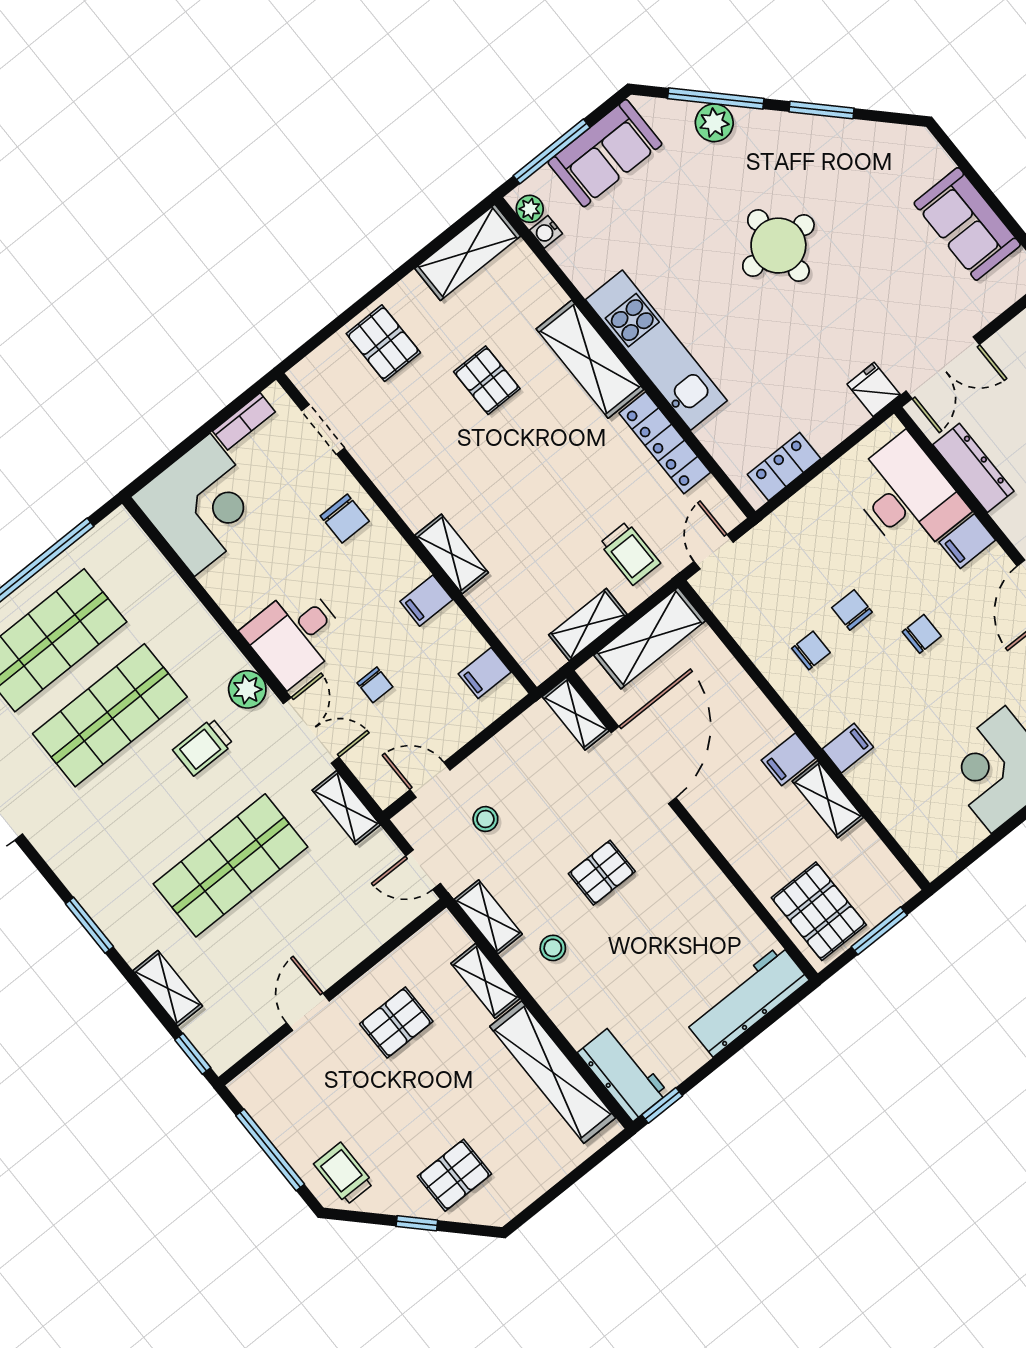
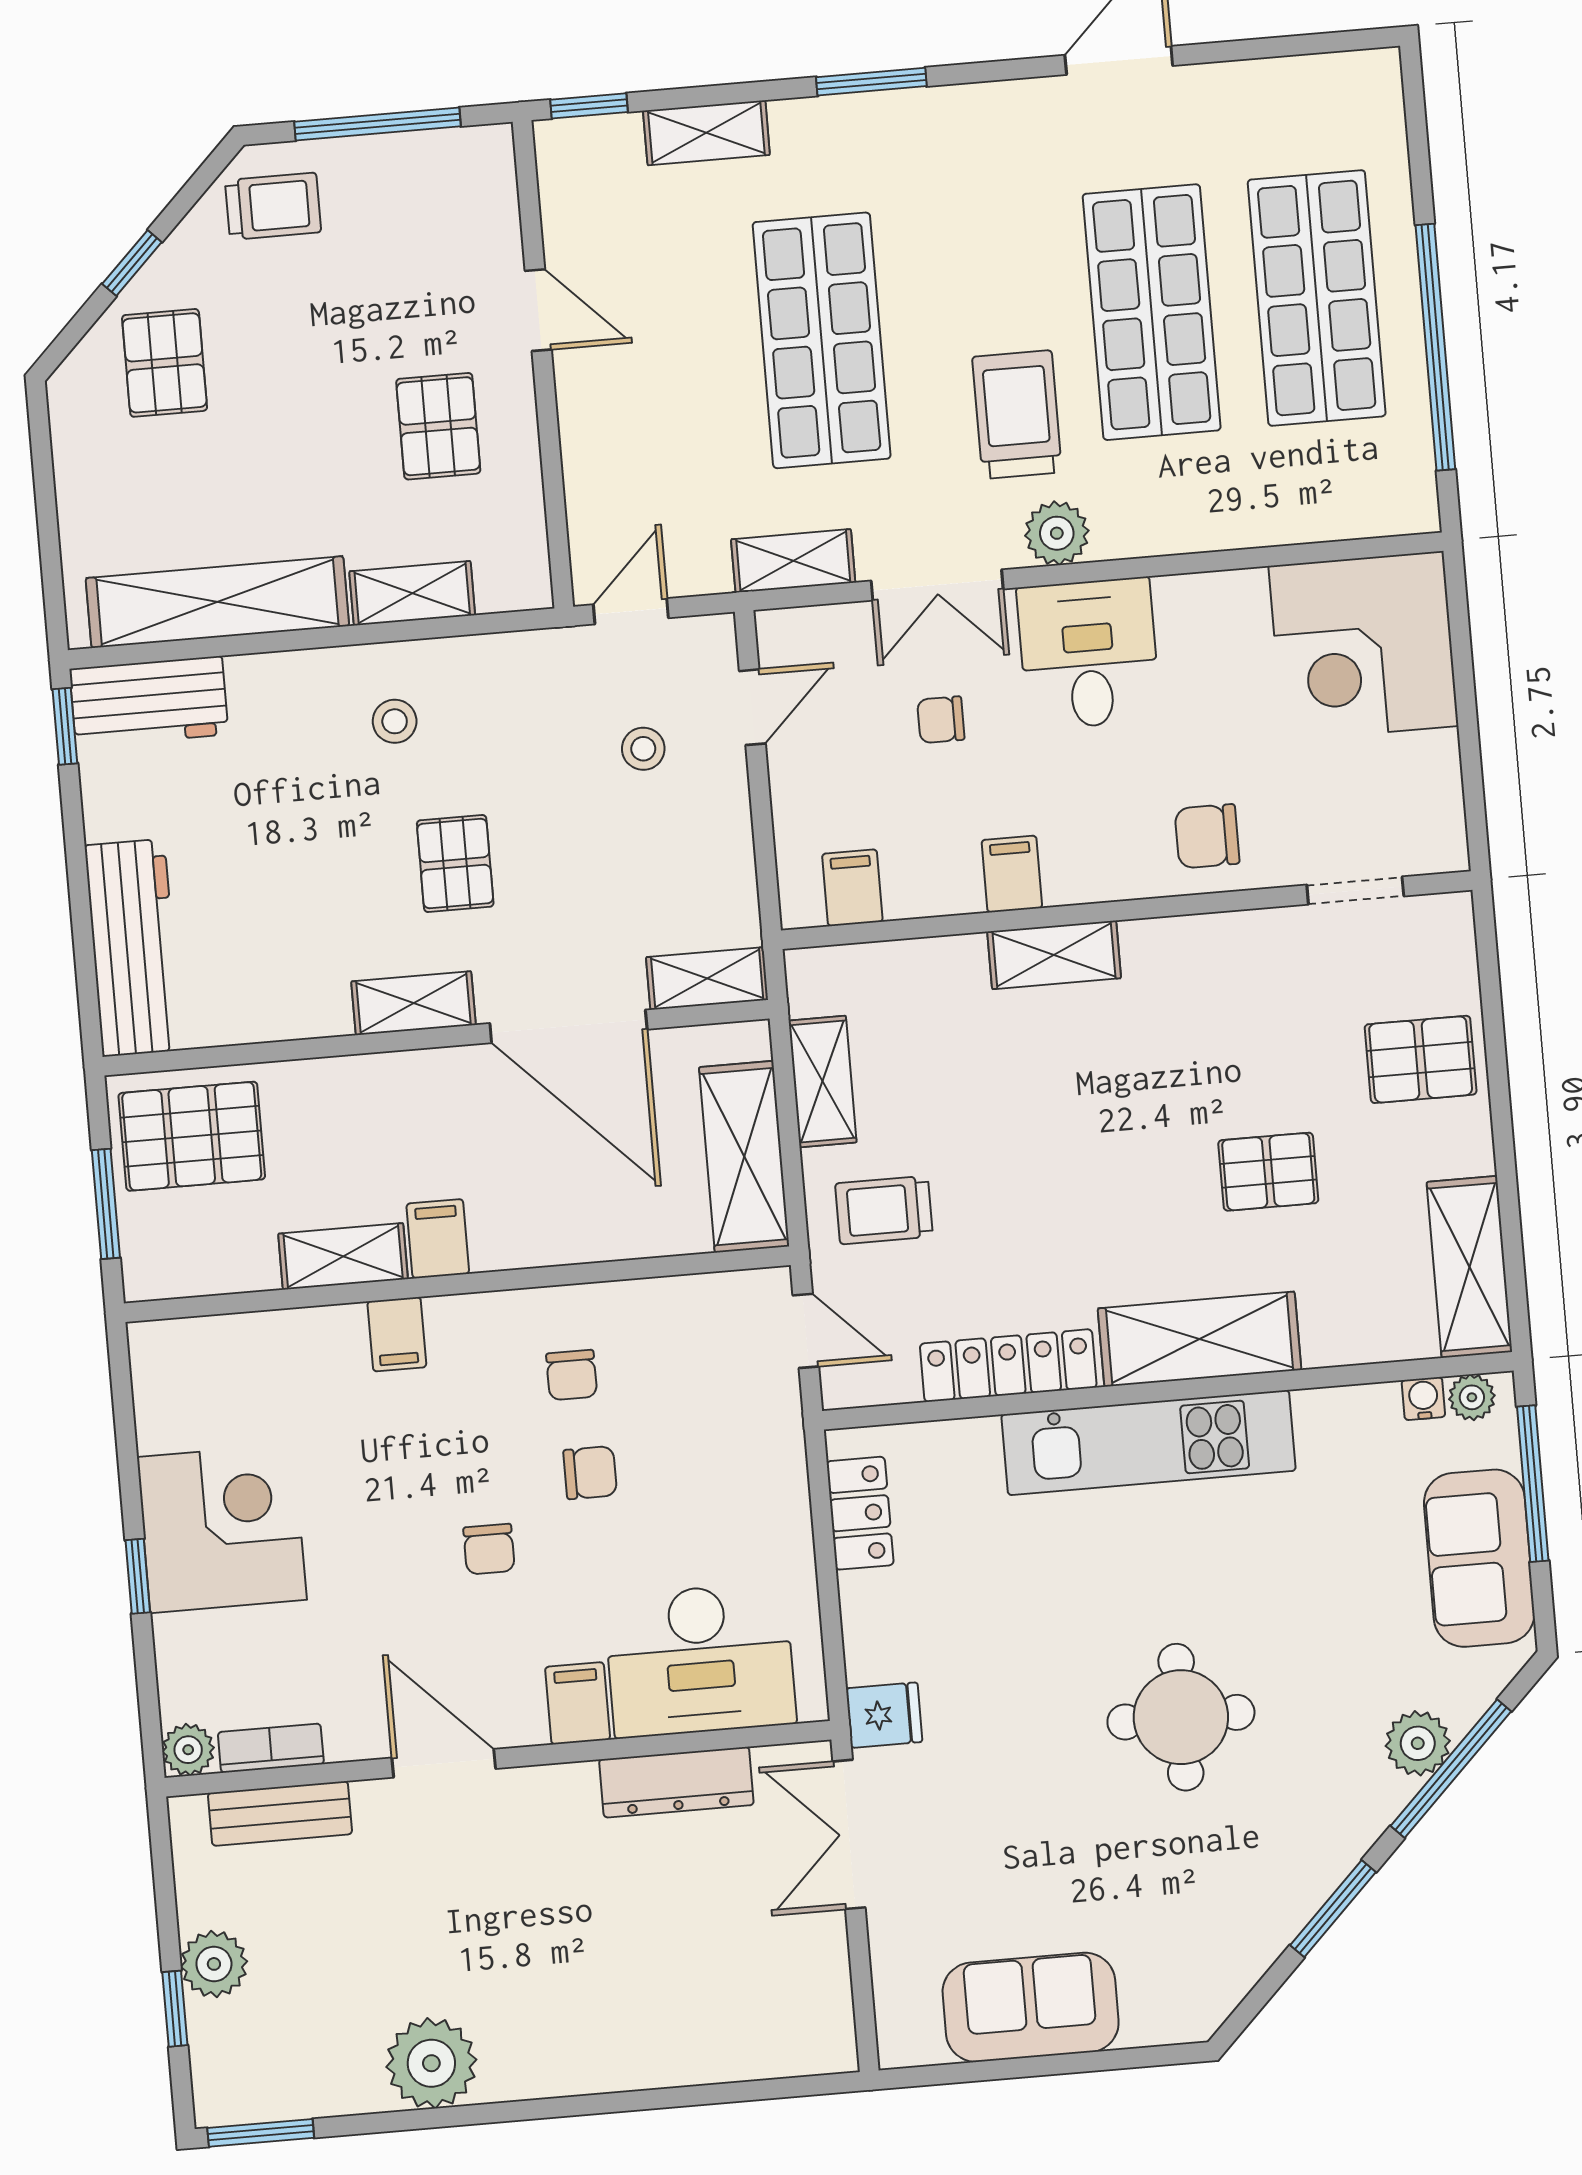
bookcase: (244, 421) -> (1442, 785), removed
trolley: (203, 747) -> (1017, 415), width x1.36, depth x1.39
shelving: (488, 917) -> (413, 1003), moved

